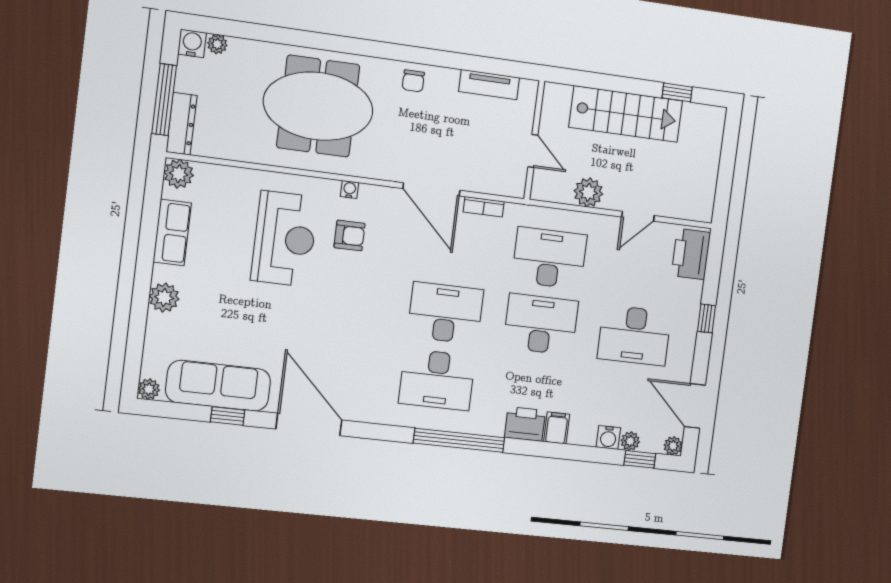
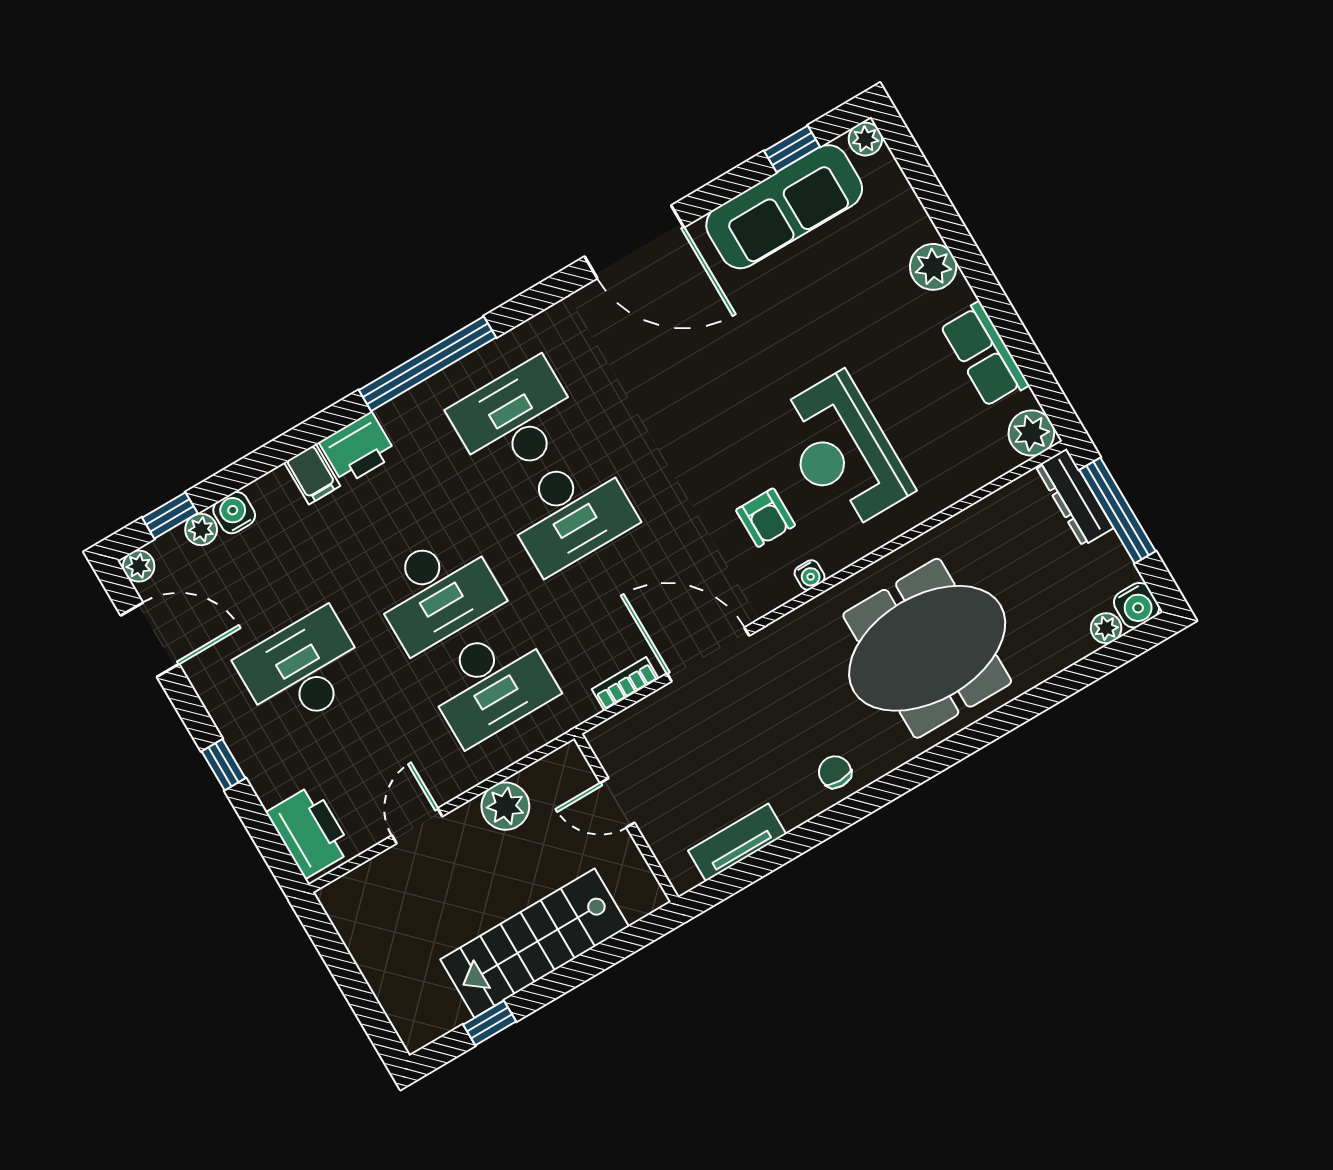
armchair: (350, 236) -> (766, 518), turned -90
window: (228, 416) -> (792, 149), moved

